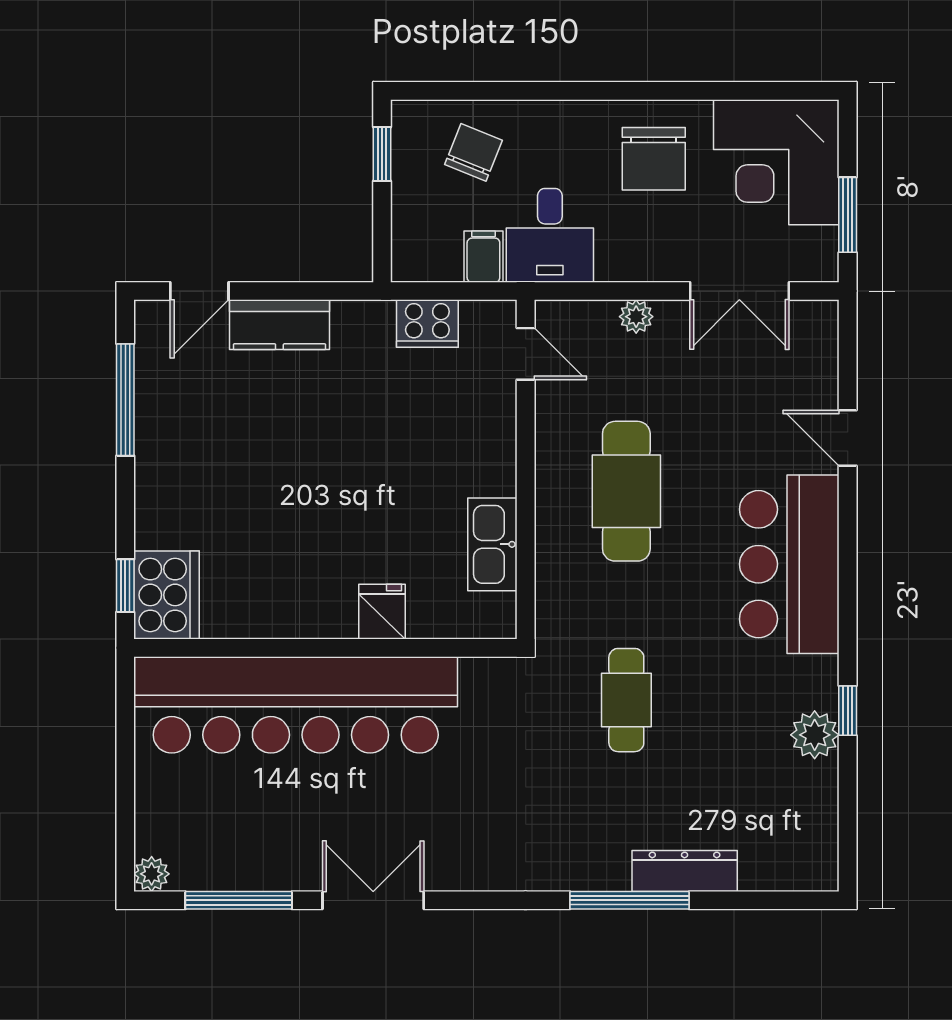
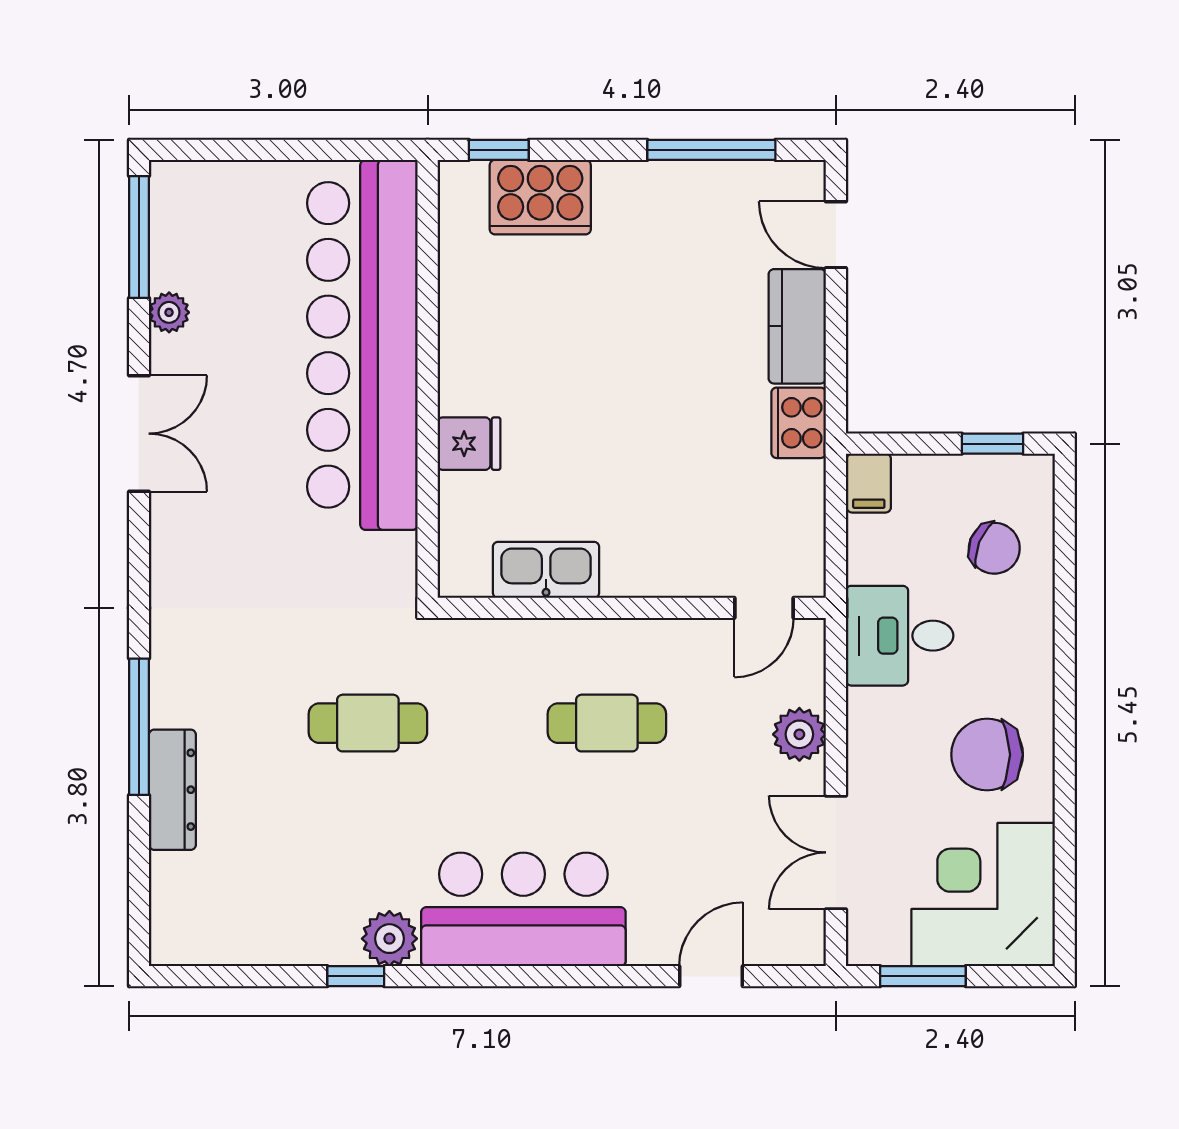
filing cabinet: (483, 257) -> (869, 483), moved, turned 90
plant: (636, 317) -> (799, 734), width x1.38, depth x1.38
cooker: (427, 324) -> (799, 423), moved
door: (848, 438) -> (711, 976), moved
cafe table: (626, 491) -> (607, 723), width x0.73, depth x0.74
cooker: (167, 595) -> (540, 197), moved
plant: (815, 735) -> (389, 939), moved
plant: (152, 874) -> (169, 312), moved
window: (239, 900) -> (139, 237), moved

